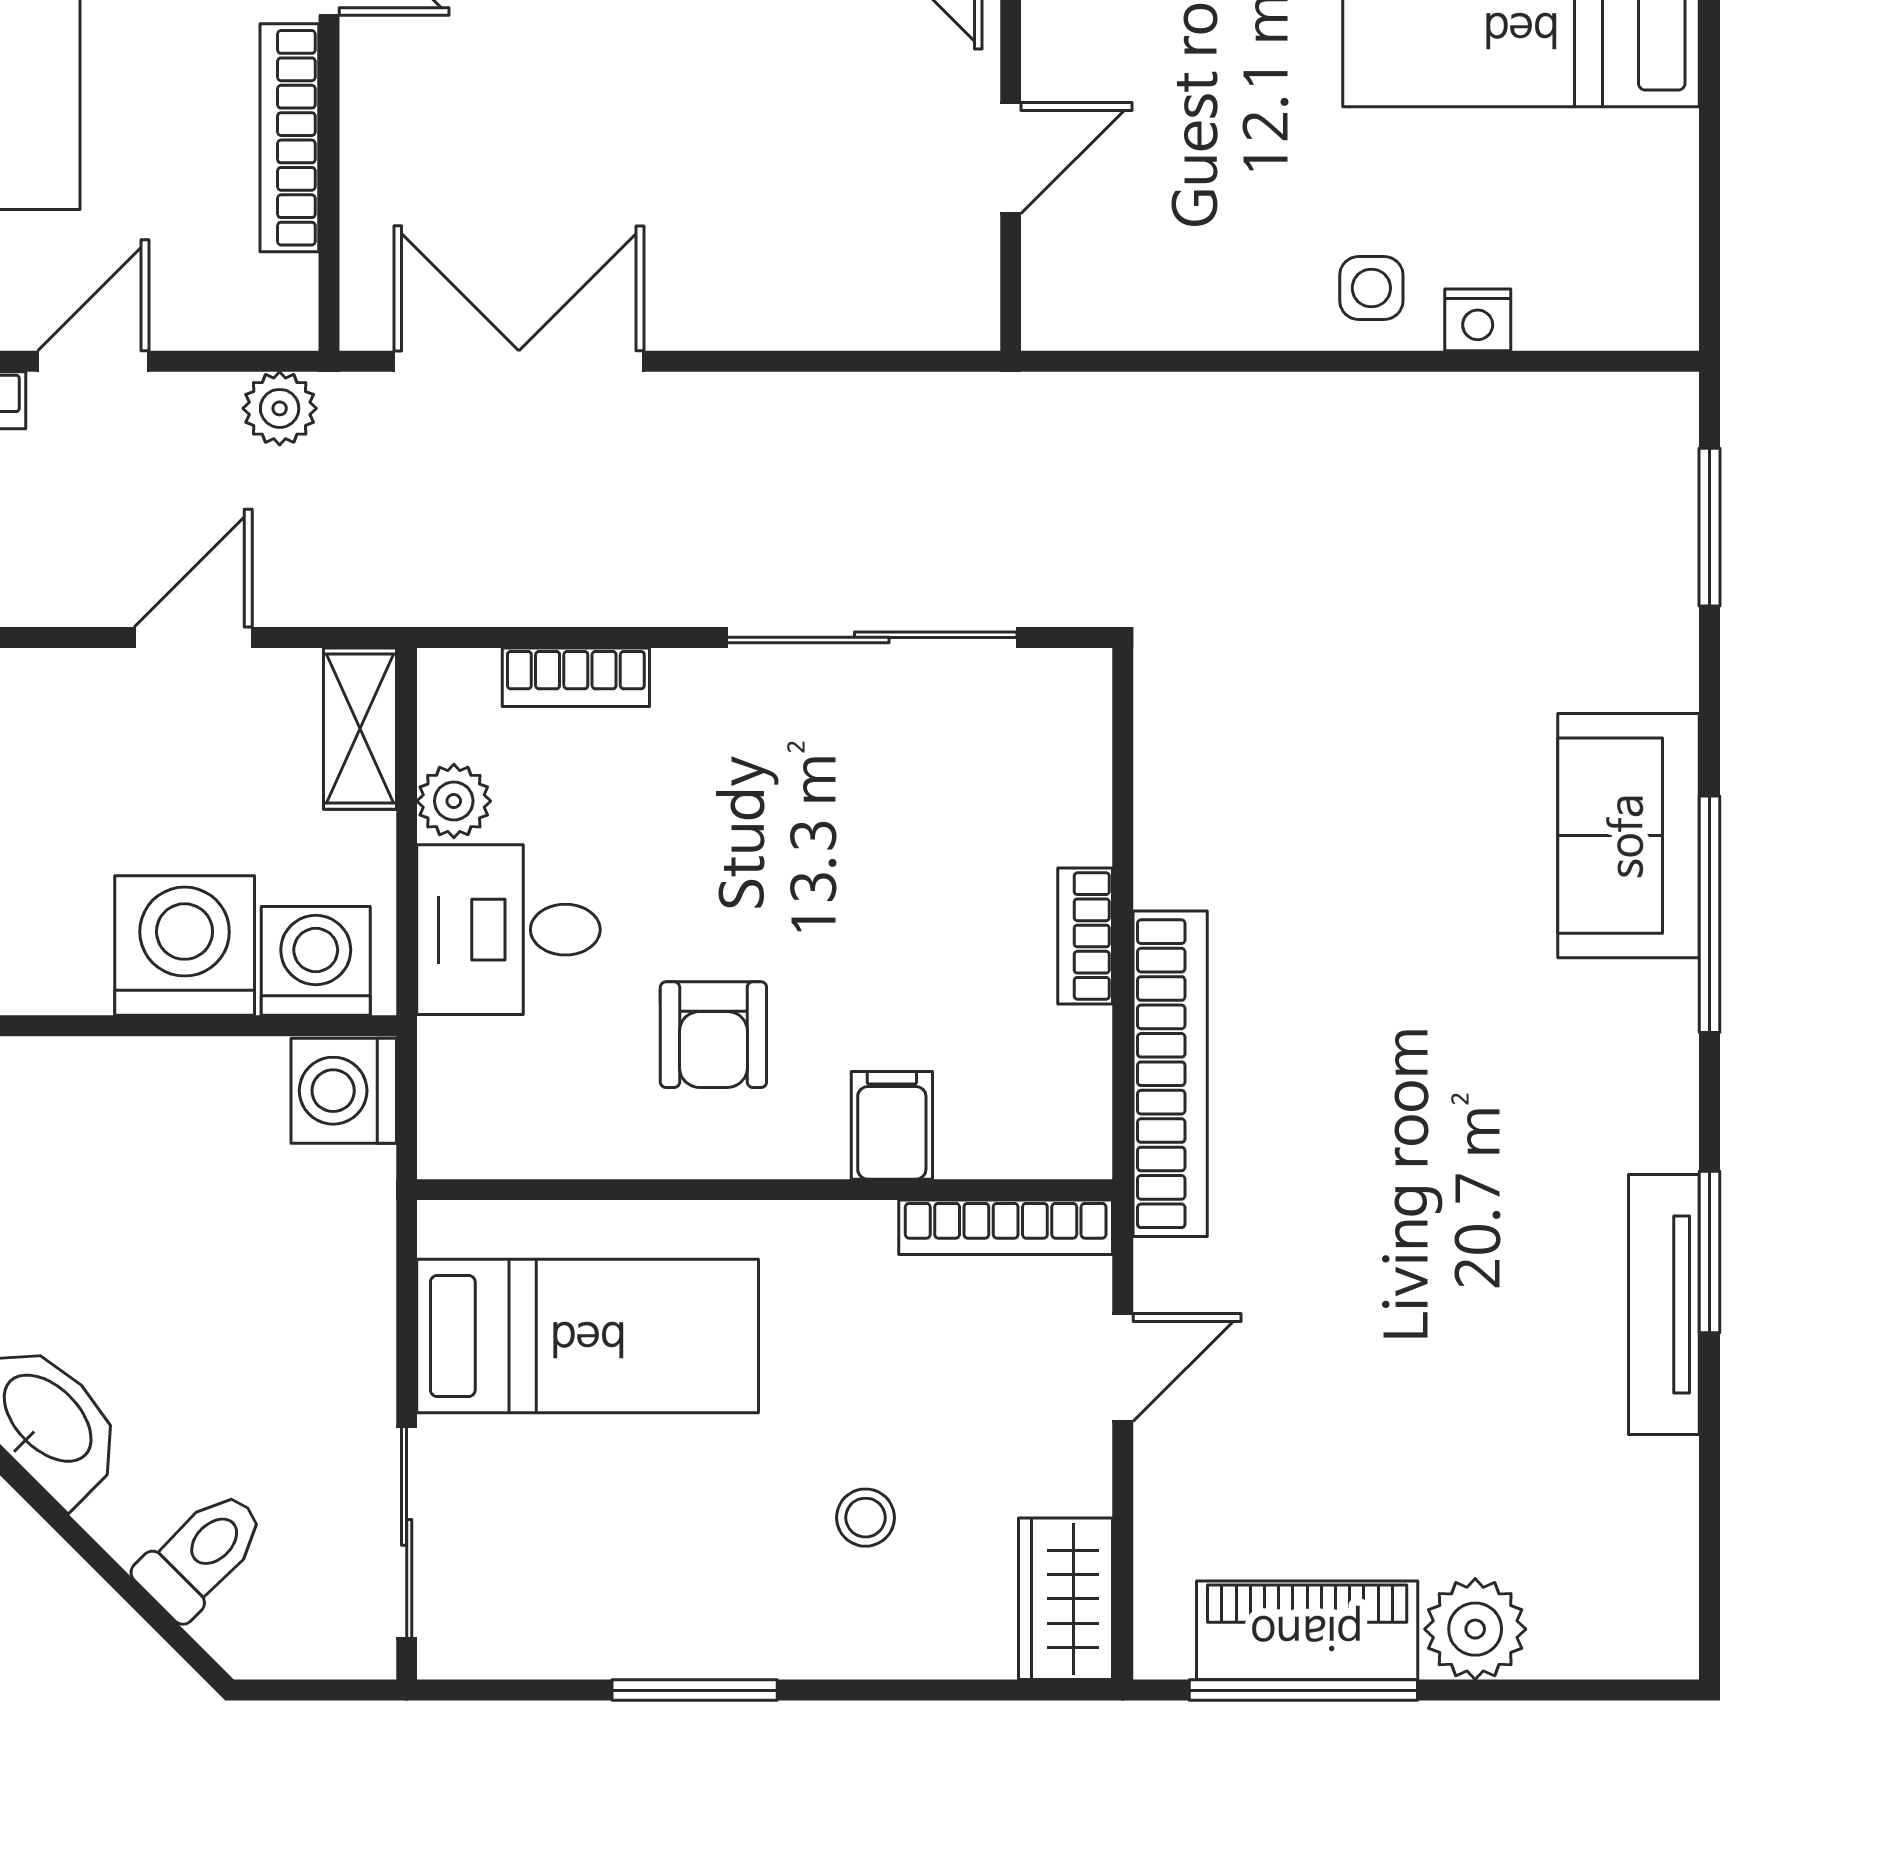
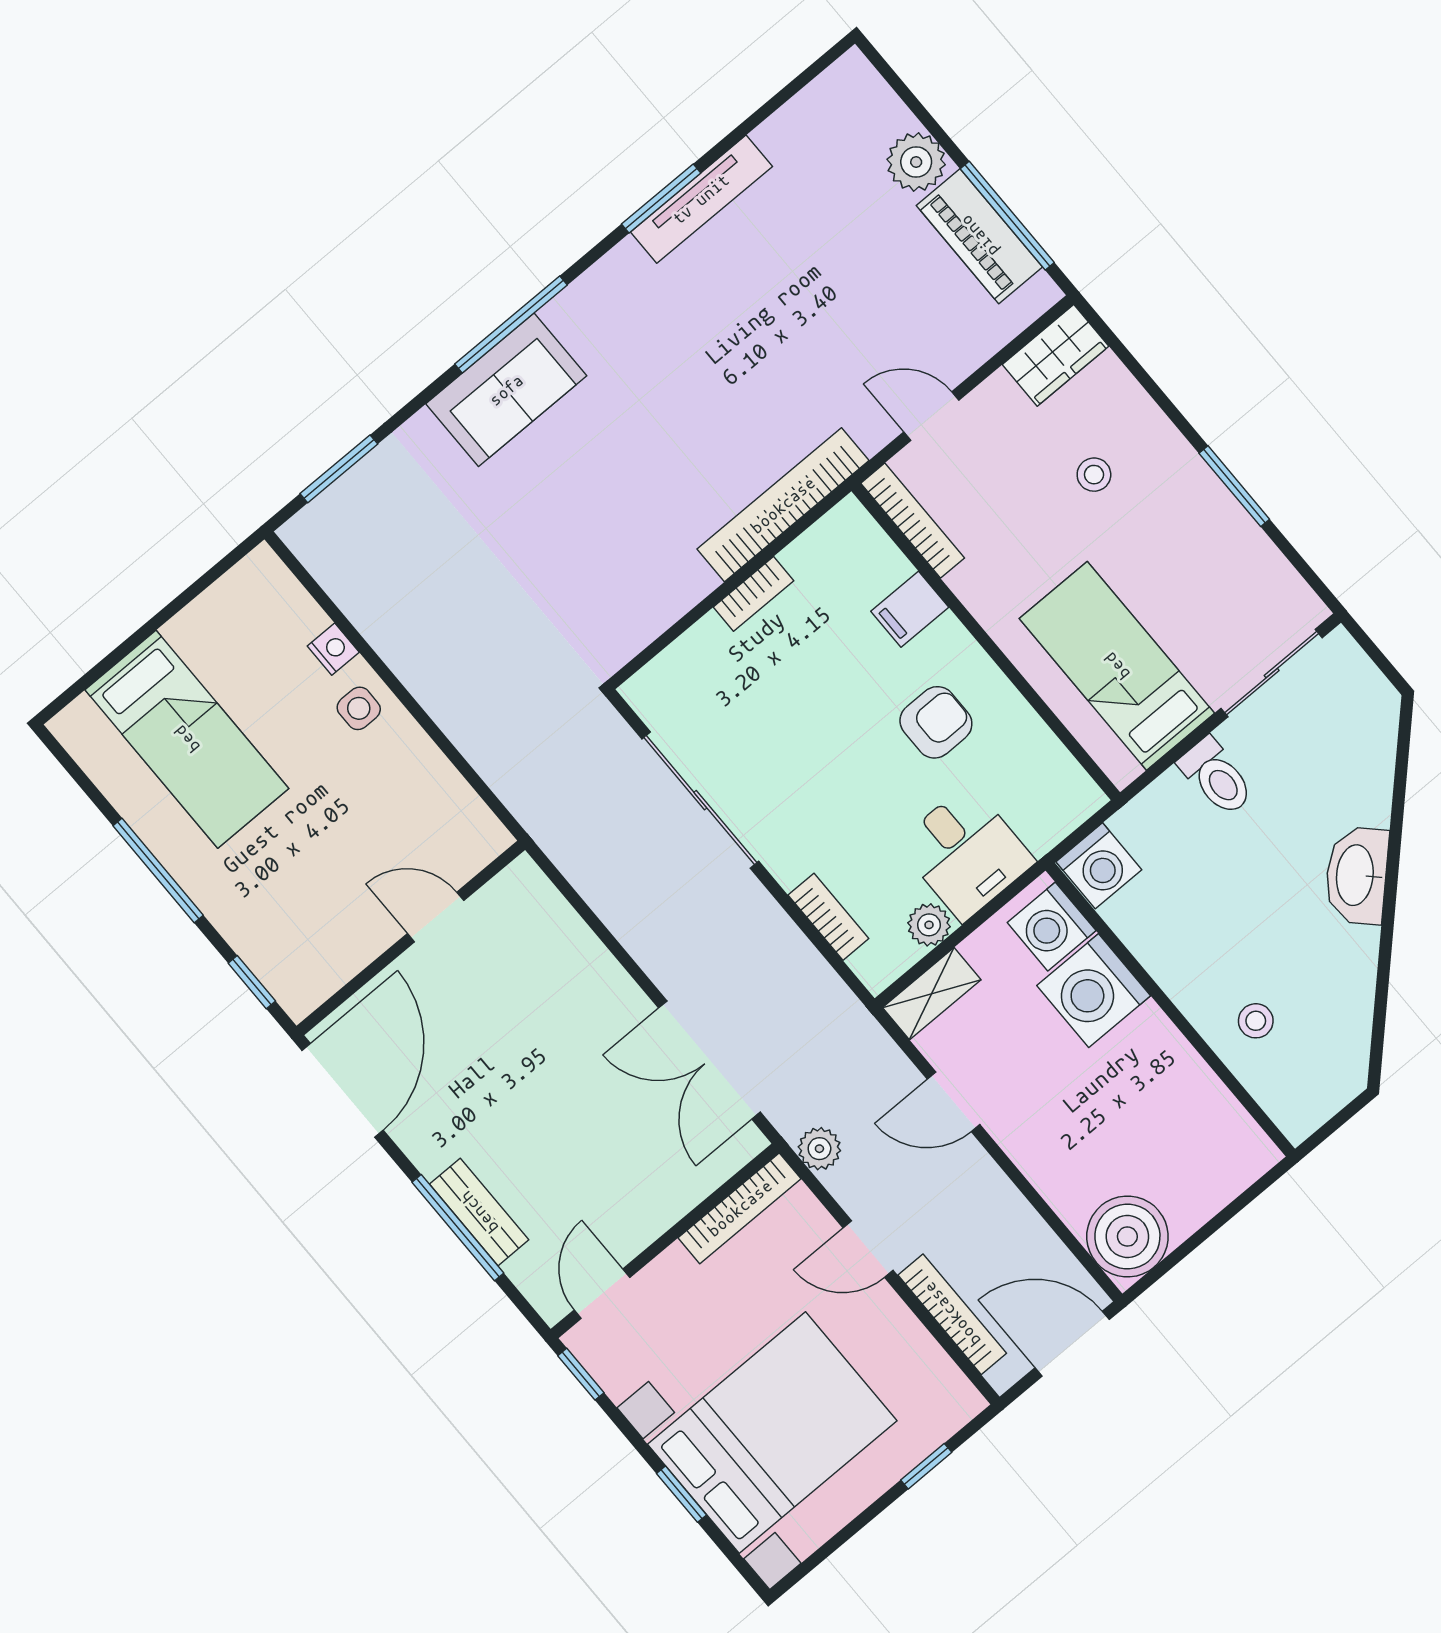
bookcase: (289, 138) -> (740, 1208), moved
toilet: (201, 1554) -> (1216, 777), moved, turned -135

